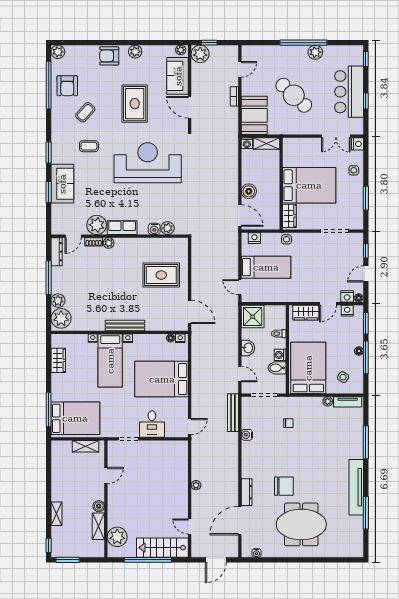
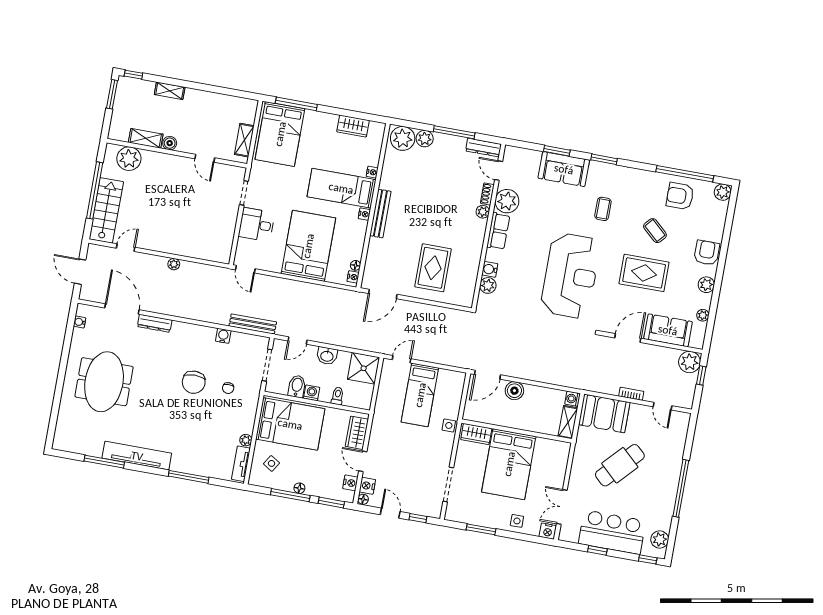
plant: (181, 50) -> (703, 315), moved
plant: (315, 52) -> (660, 539), moved
coffee table: (85, 112) -> (655, 231), moved
nightstand: (254, 238) -> (457, 387), removed
chair: (284, 486) -> (194, 382), moved

